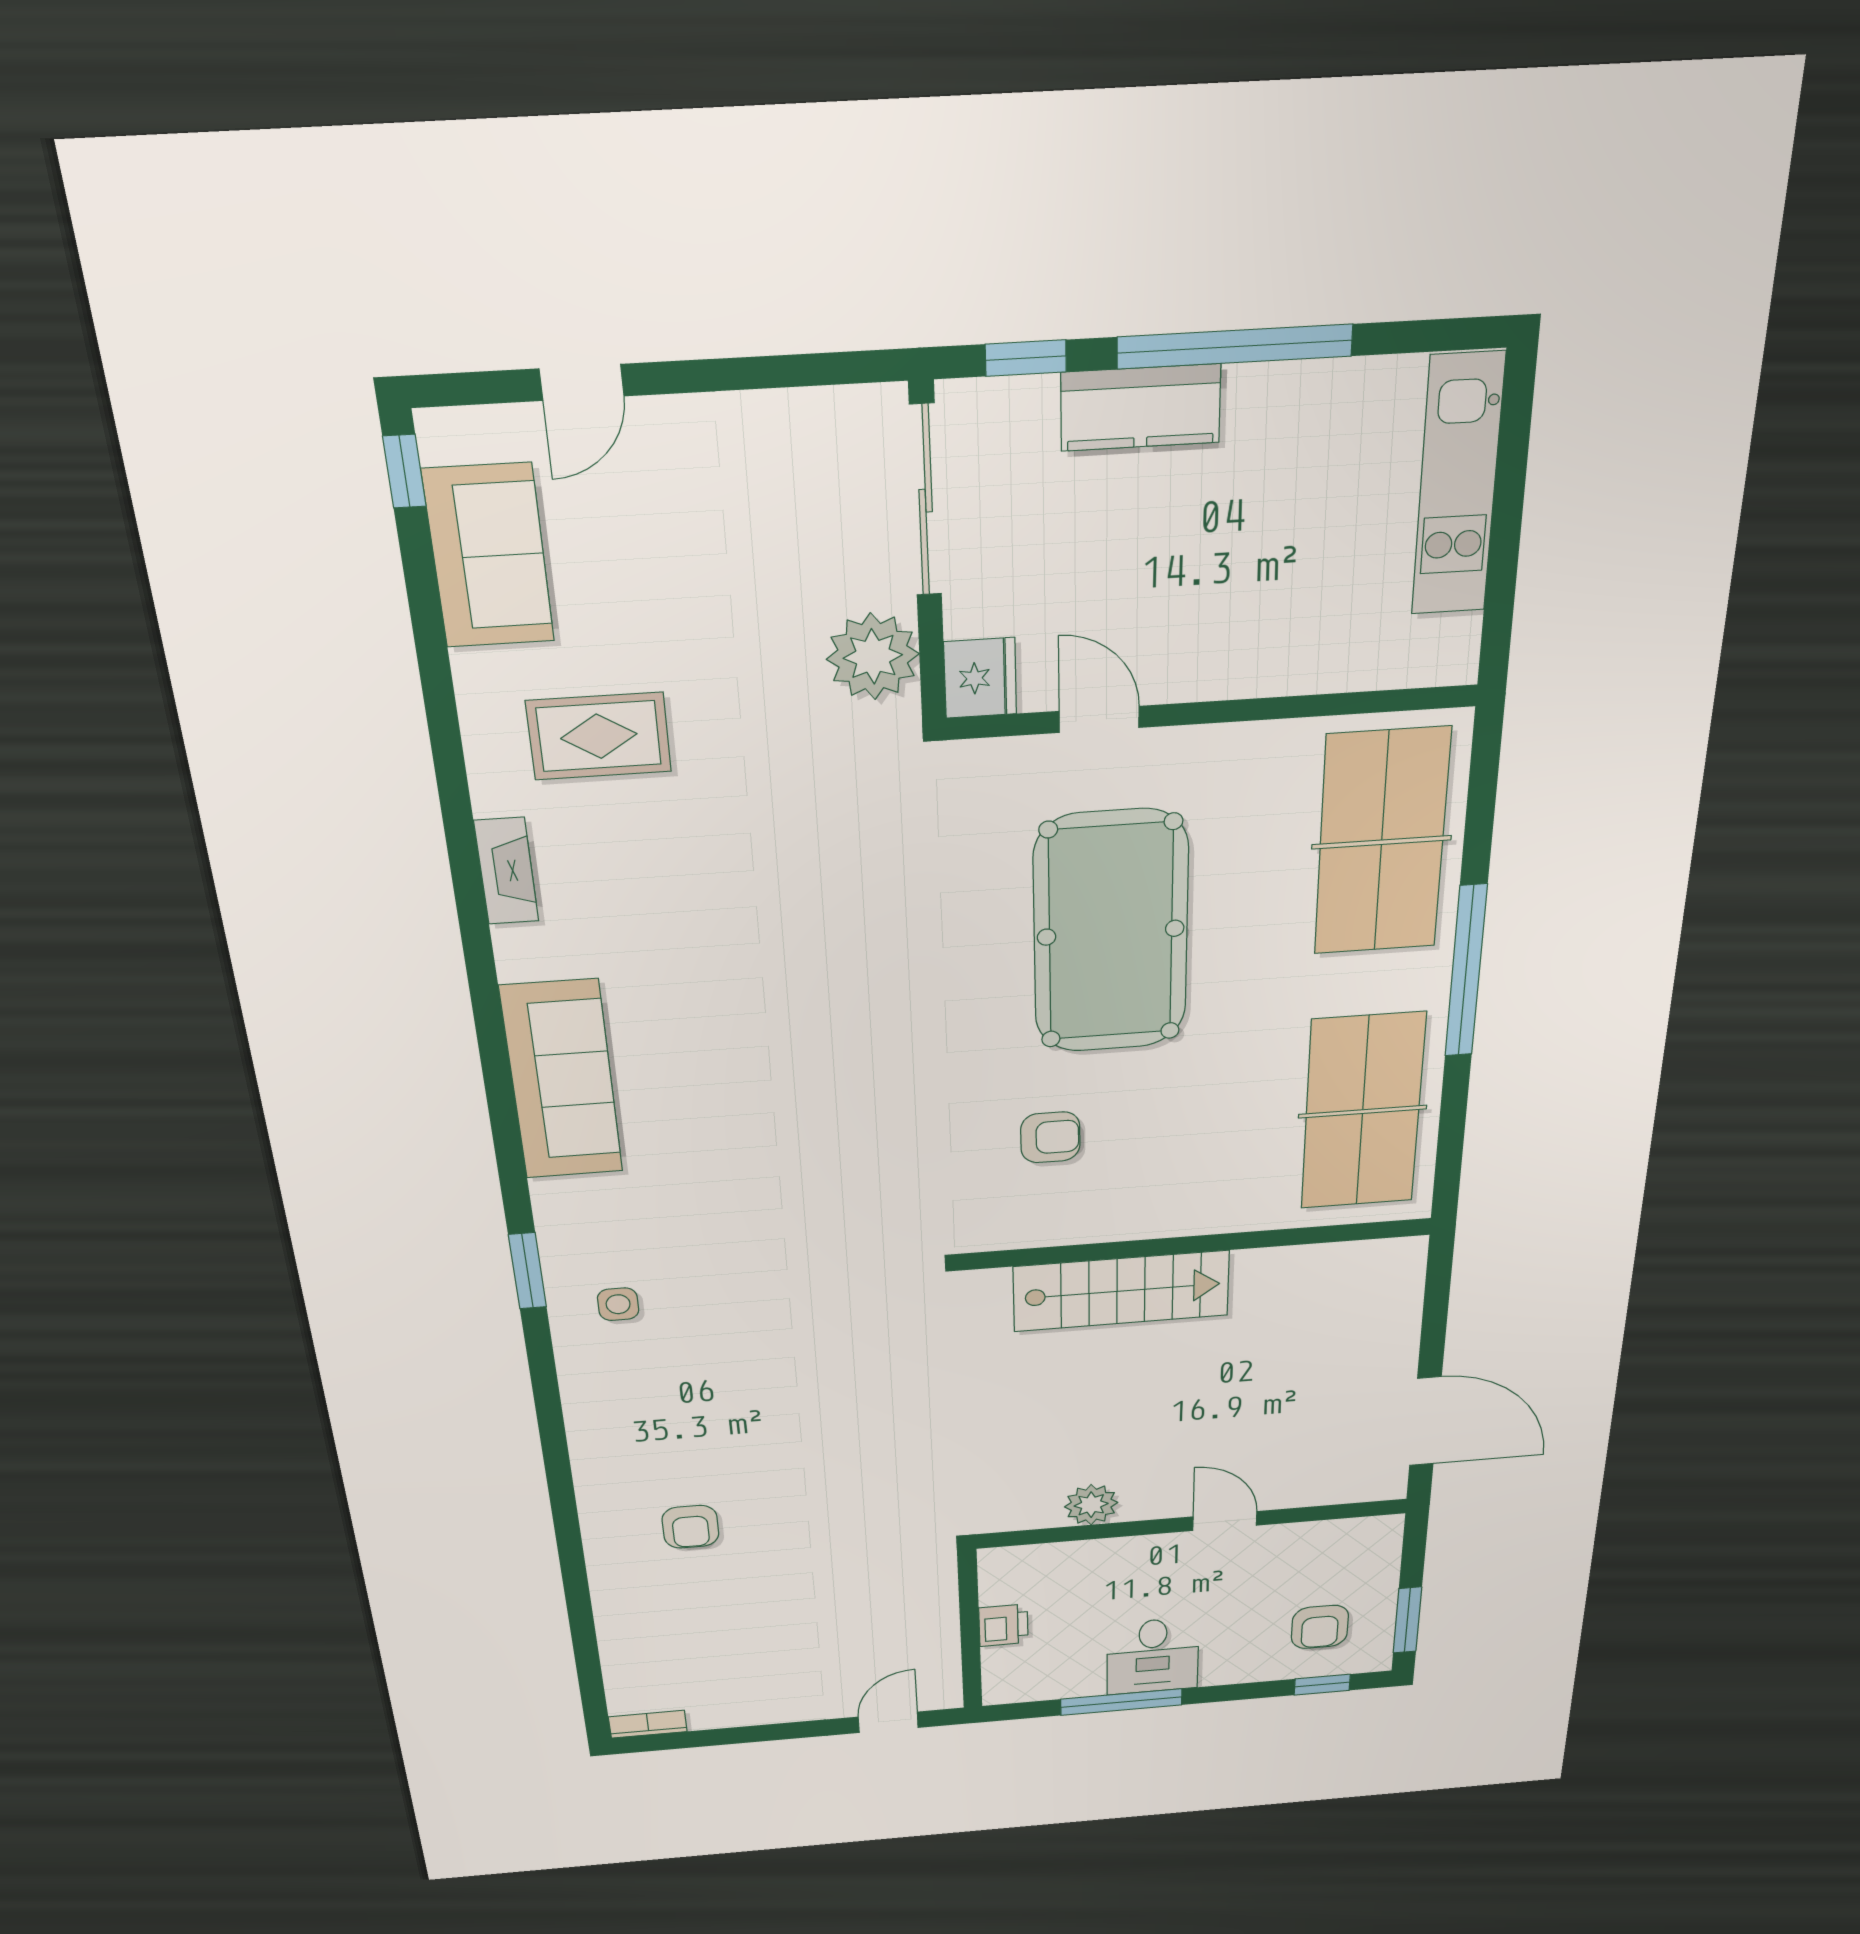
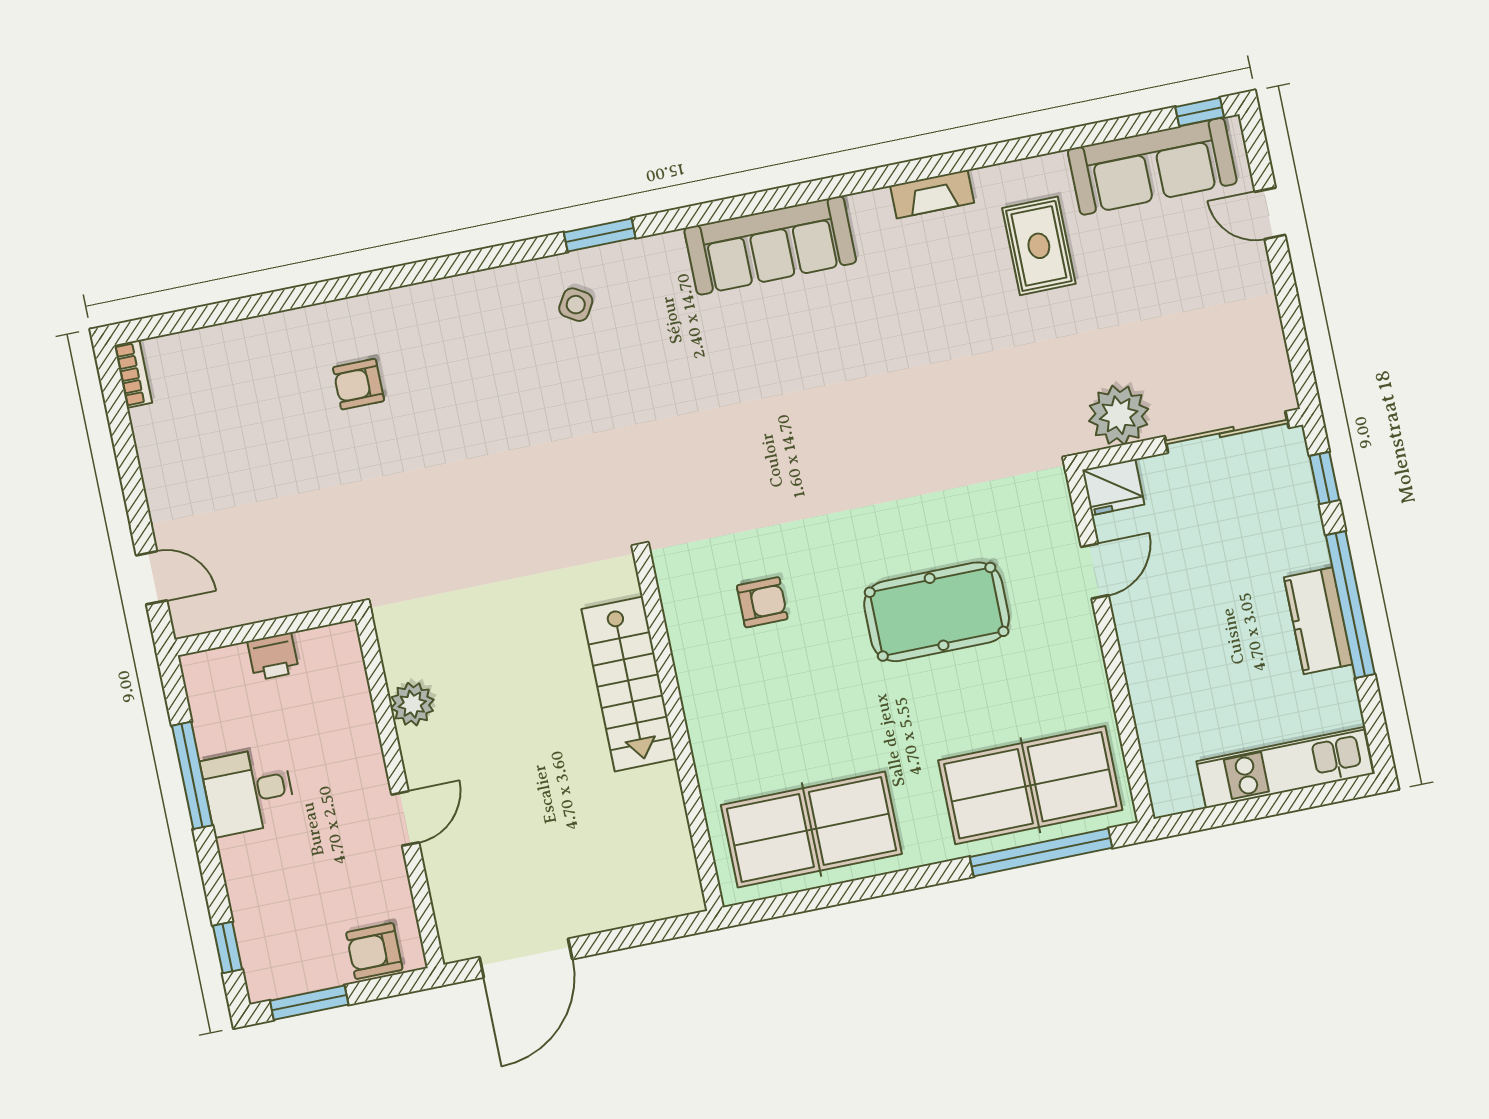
kitchen counter: (1141, 408) -> (1318, 621), moved
sofa: (489, 556) -> (1152, 166), width x1.36
pool table: (1111, 933) -> (937, 612), width x0.73, depth x0.76
window: (1466, 971) -> (1041, 852), moved
armchair: (1050, 1137) -> (762, 602), turned -90
side table: (618, 1304) -> (576, 305), turned 31
armchair: (1320, 1627) -> (374, 951), moved

